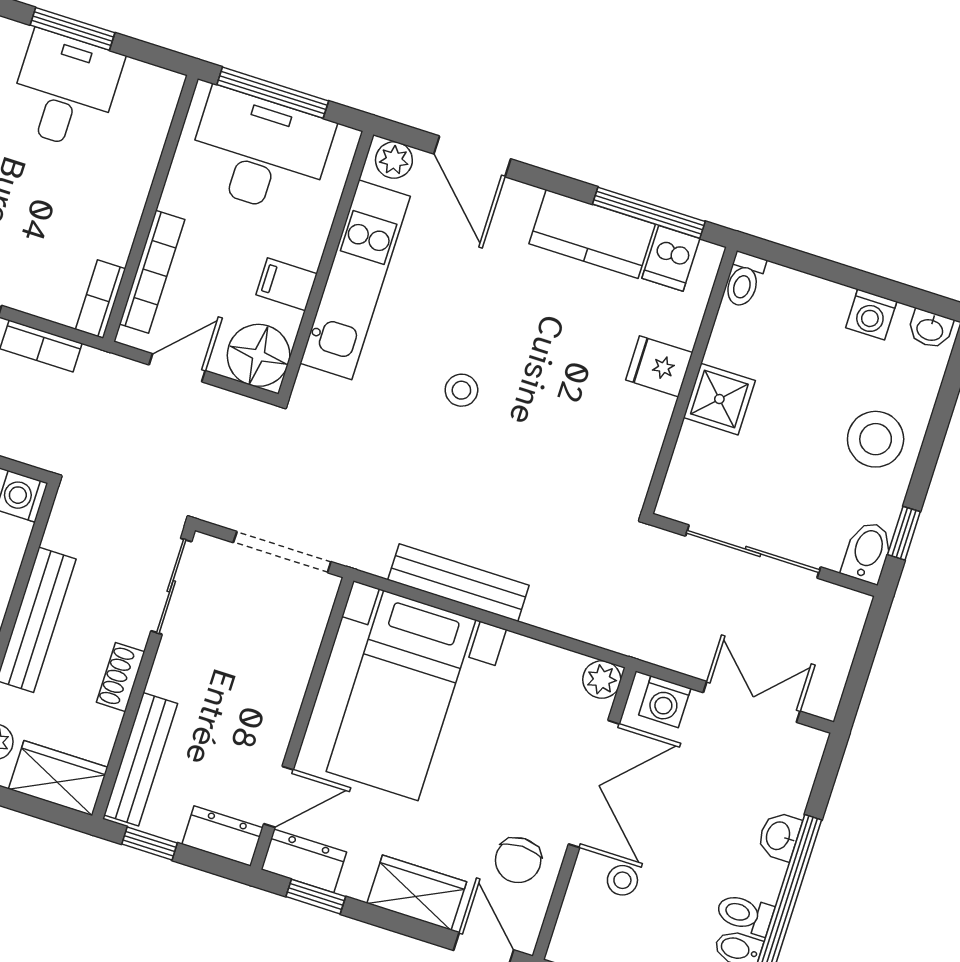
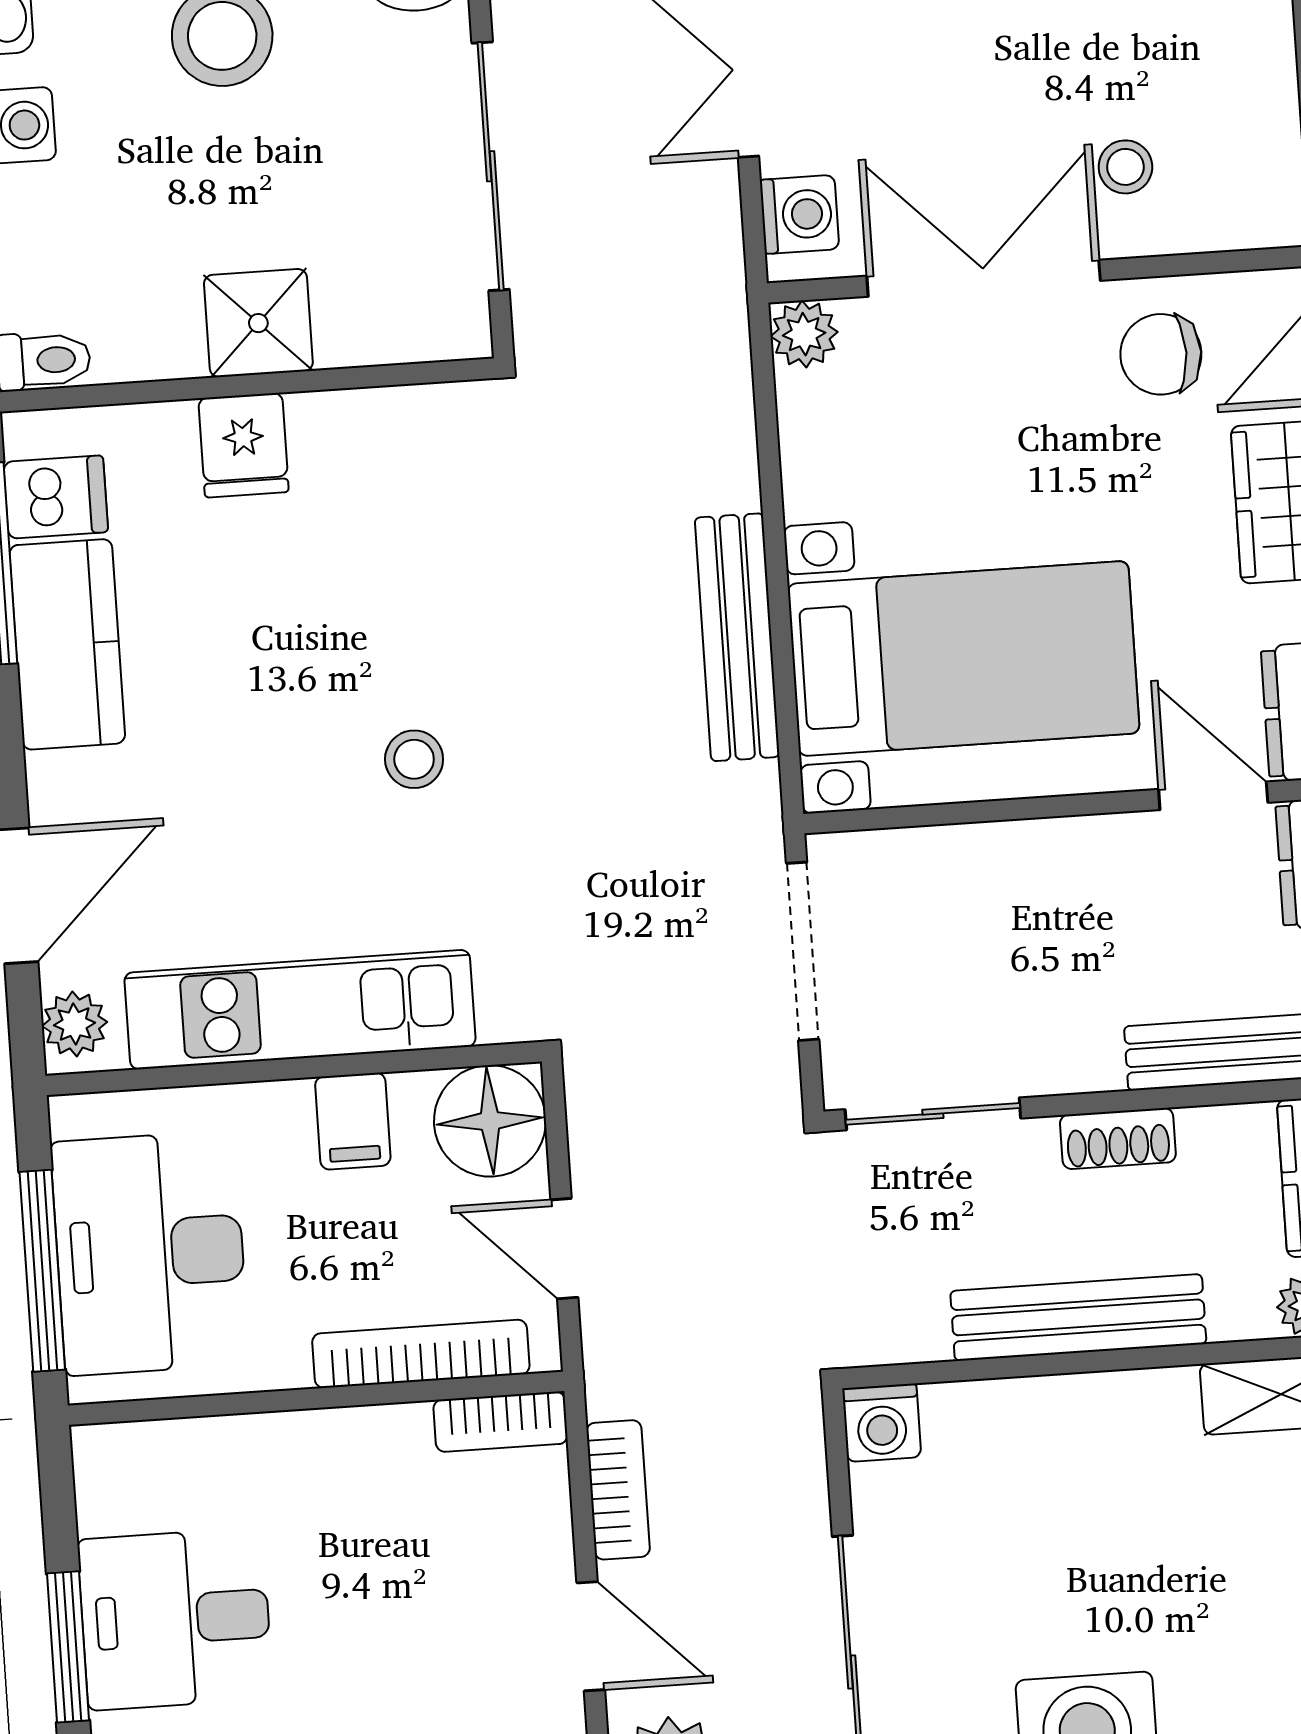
chair: (518, 860) -> (1161, 354), turned 180

